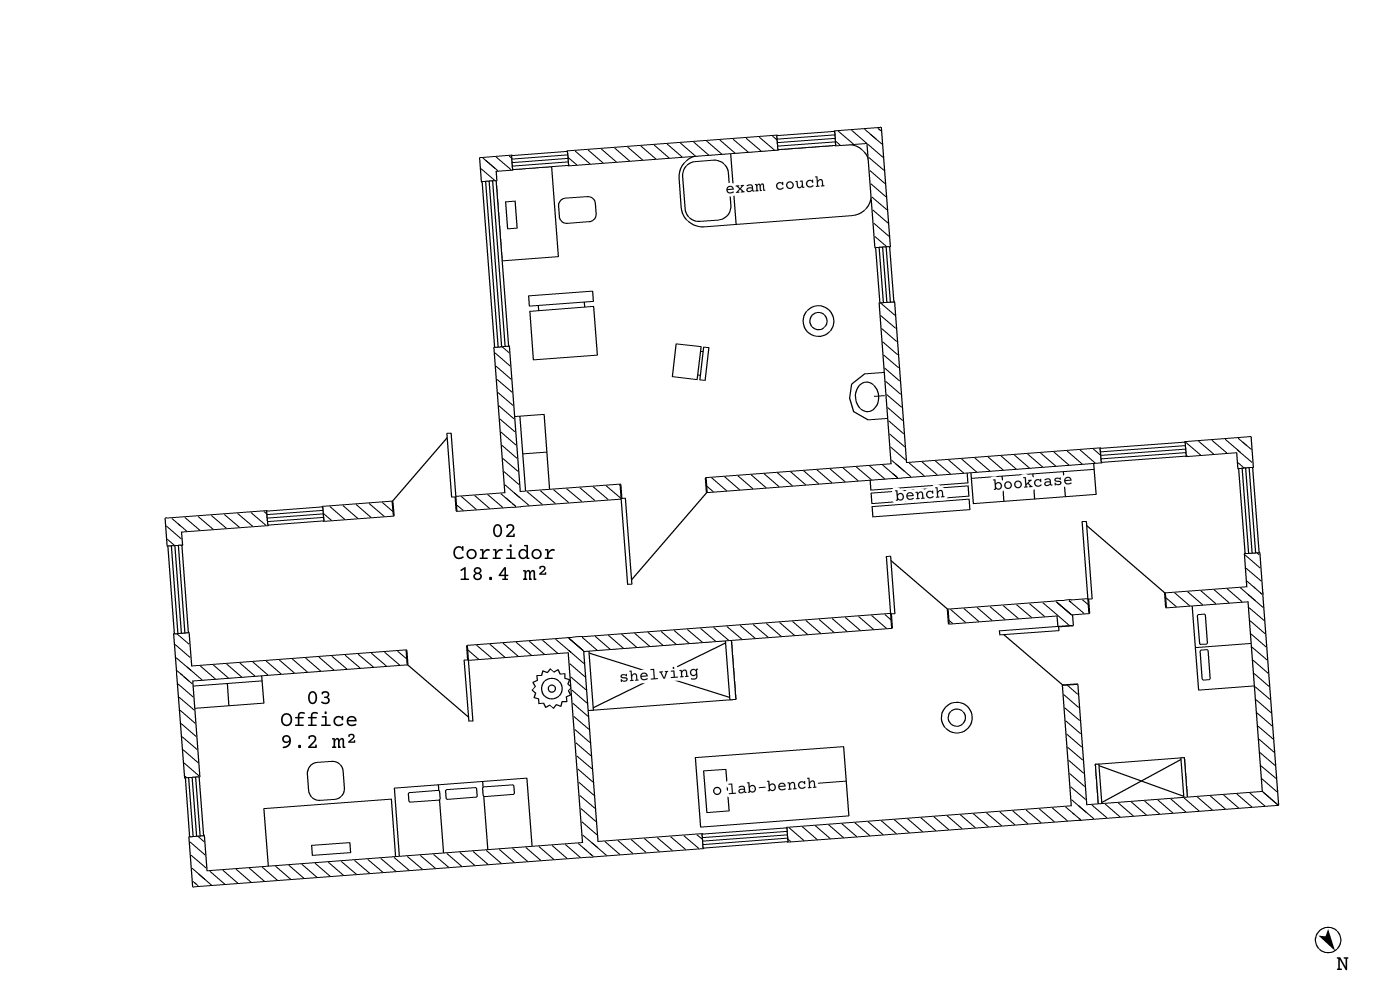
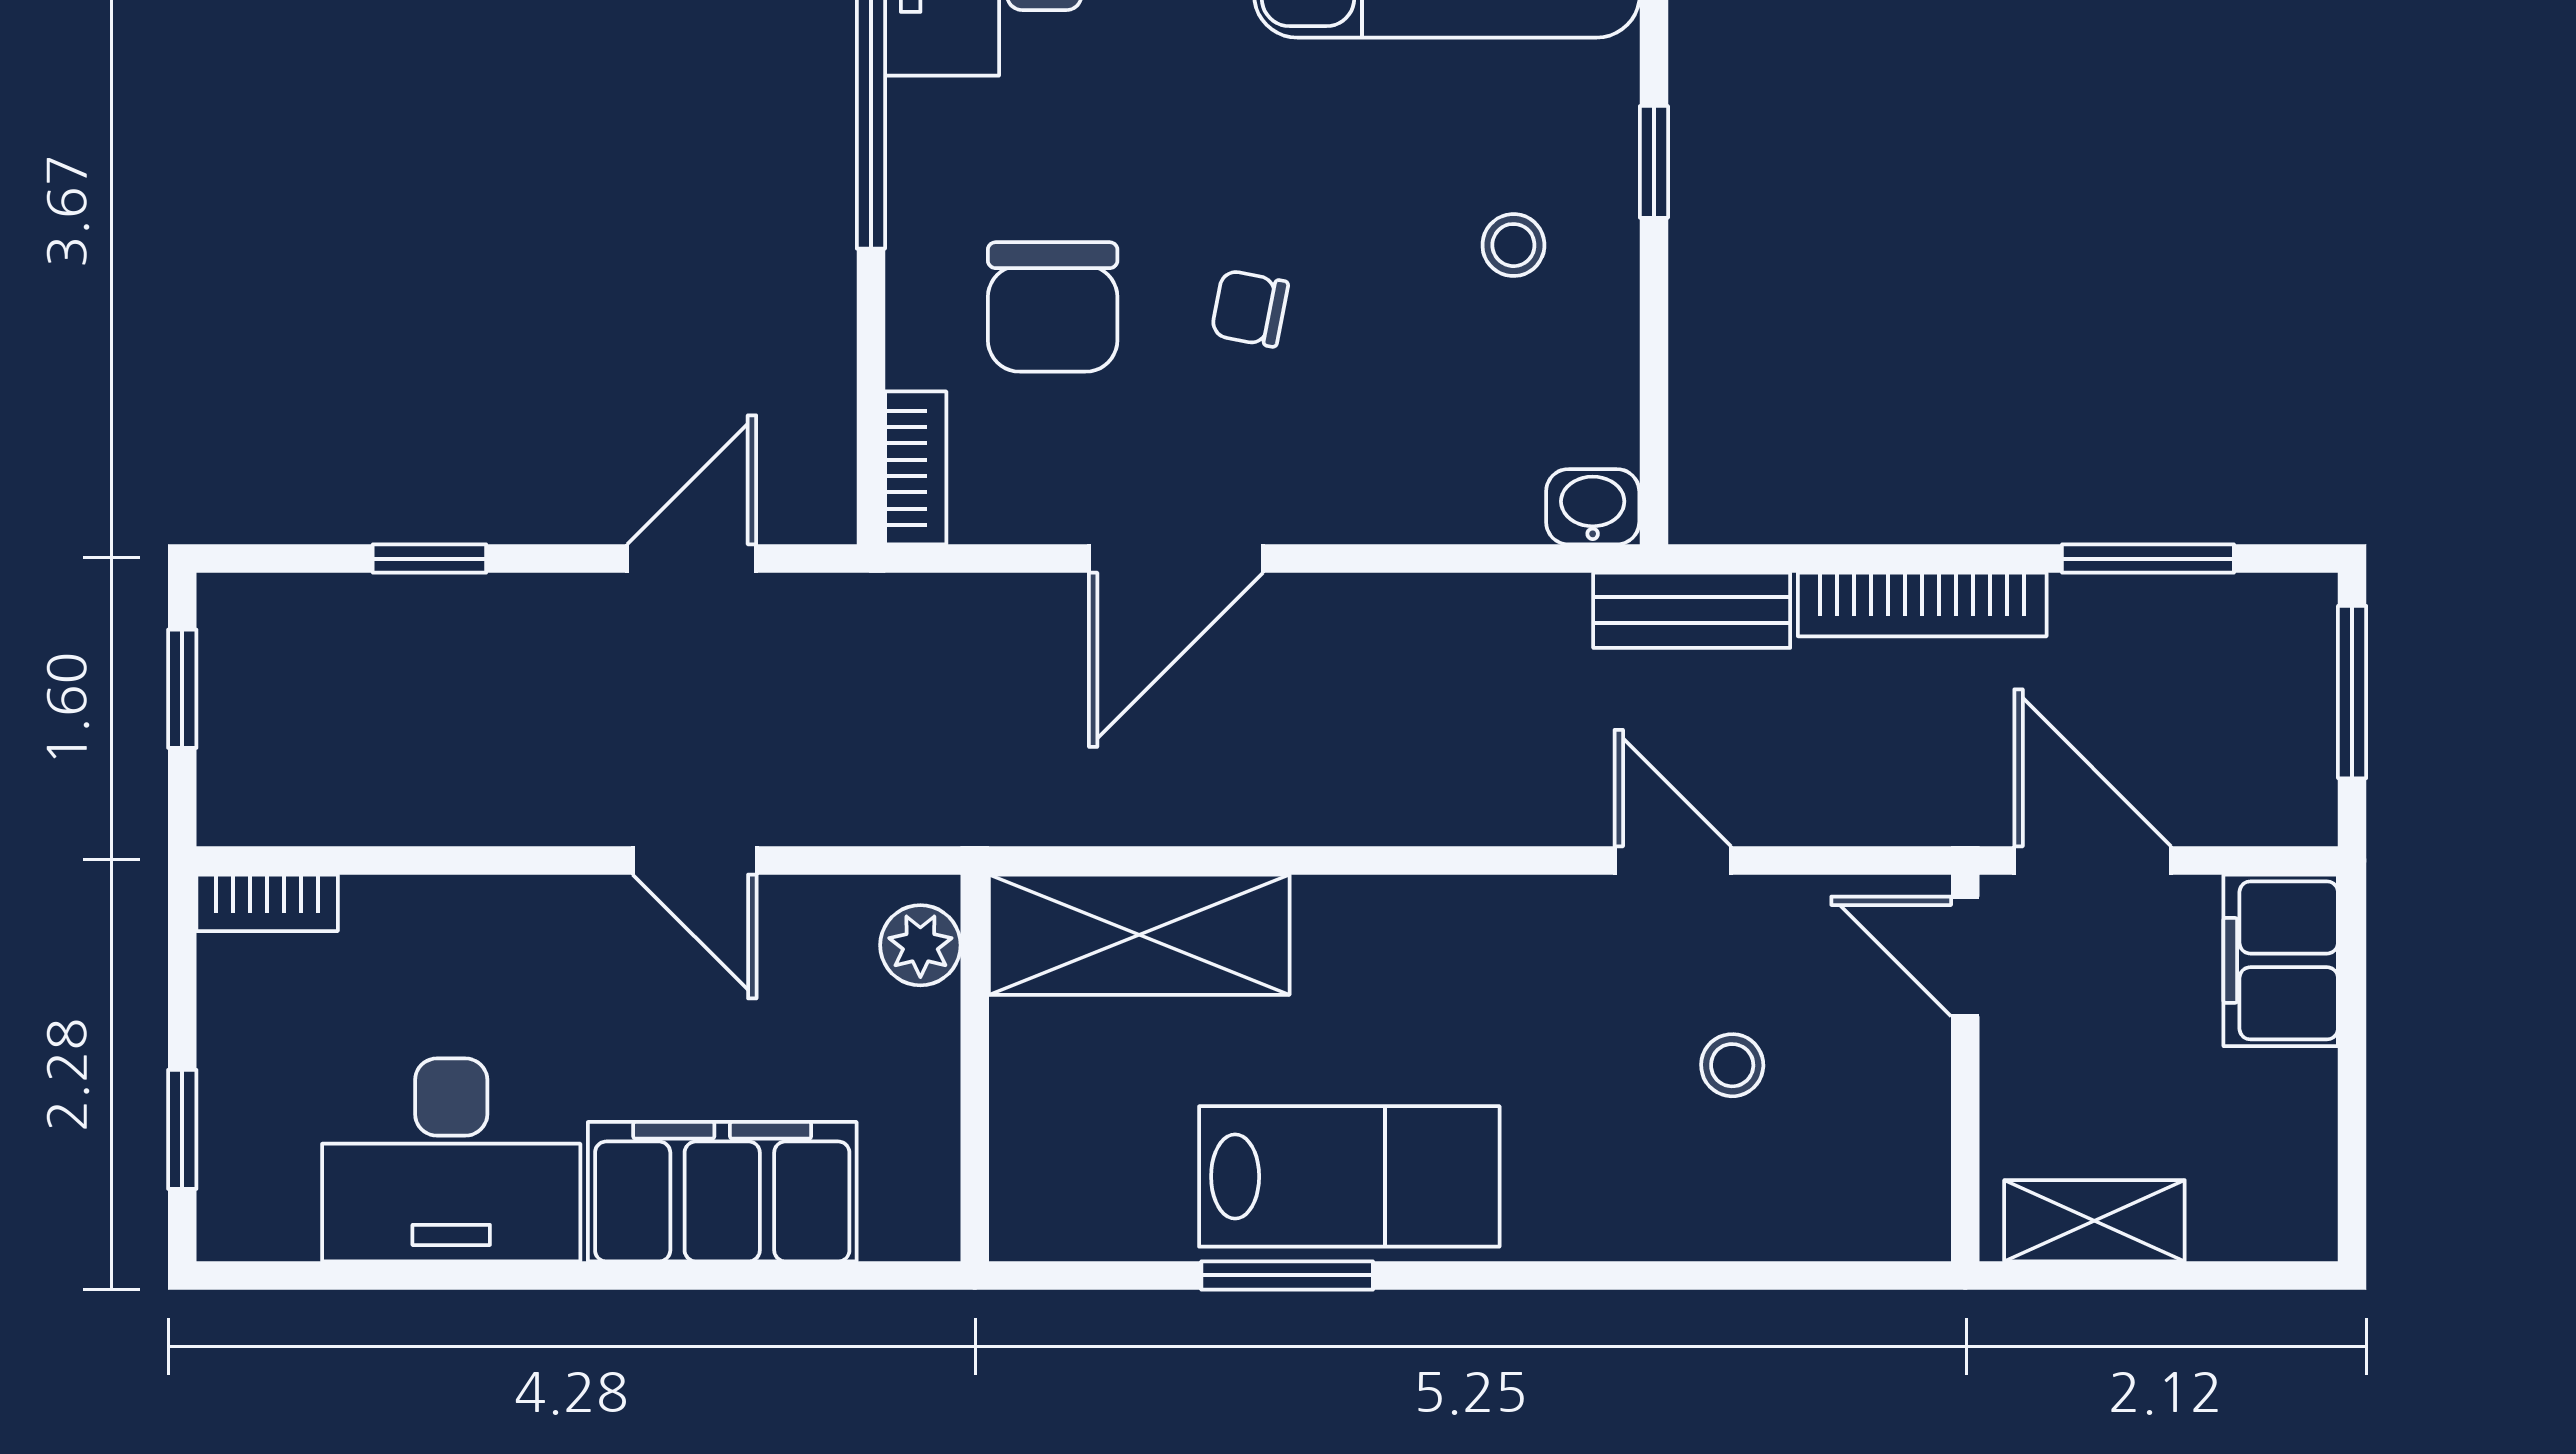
chair: (563, 326) -> (1053, 307), moved
washbasin: (868, 397) -> (1593, 507), moved, turned 90
window: (178, 589) -> (182, 689), width x0.67

